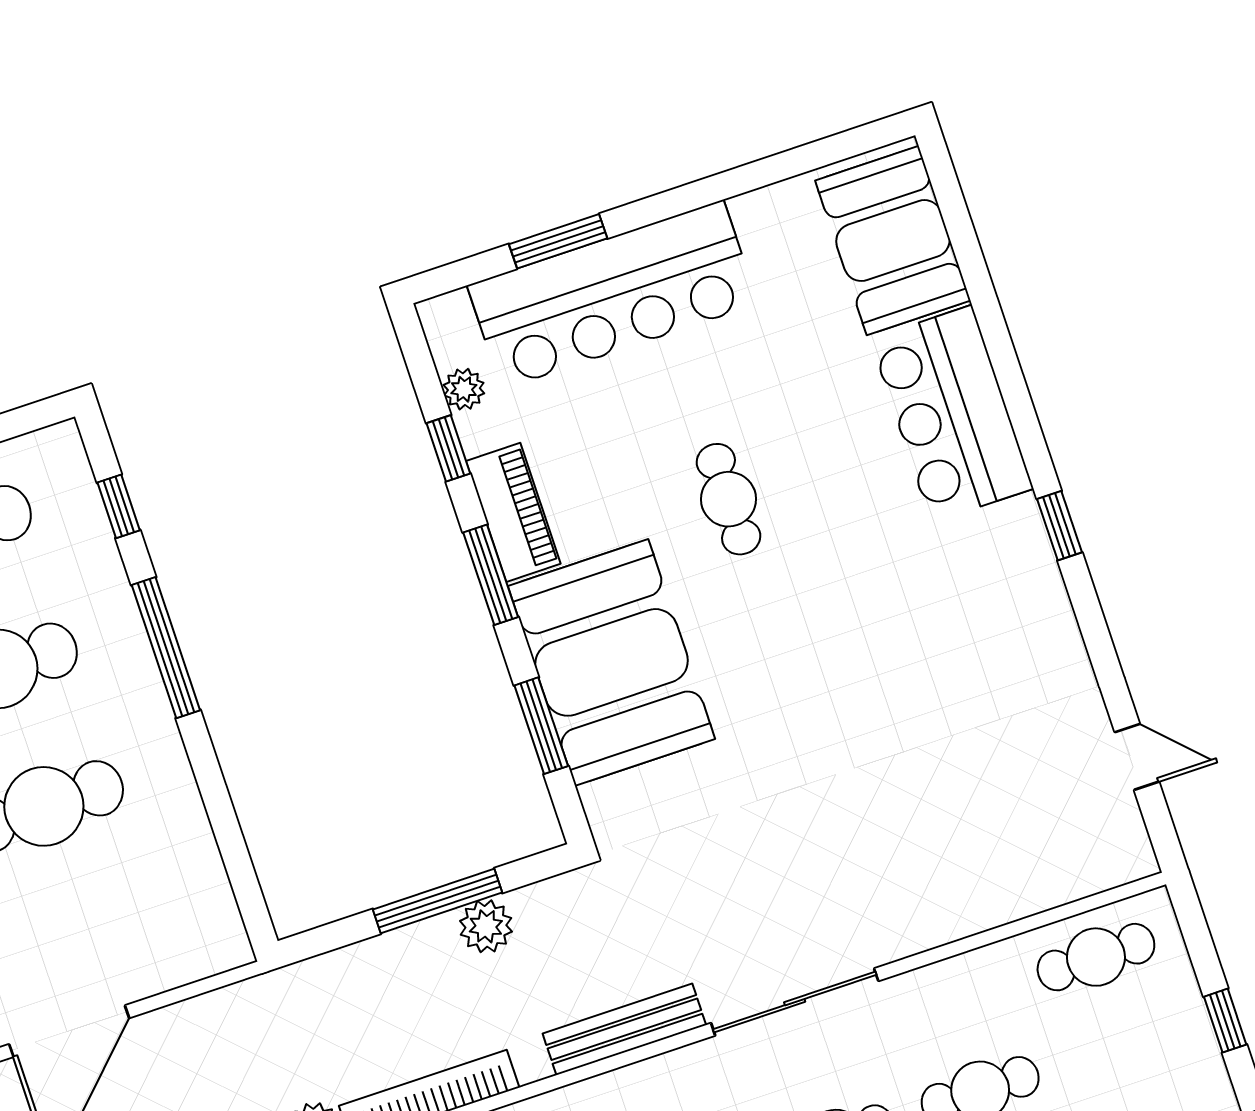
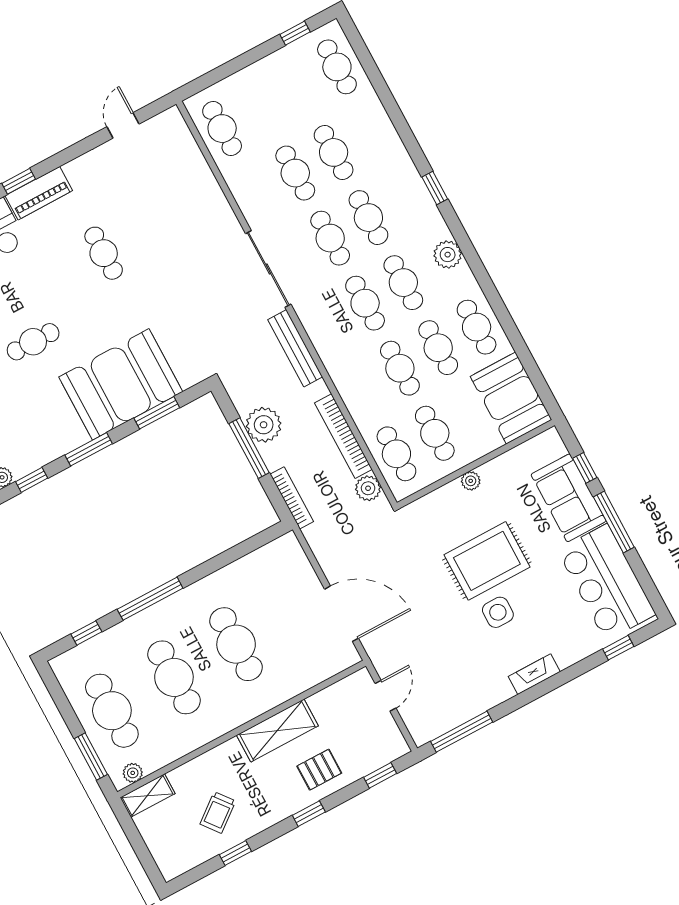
piano: (513, 512) -> (39, 193), moved, turned 180
cafe table: (884, 673) -> (104, 253), added
plant: (486, 926) -> (264, 425), width x1.36, depth x1.36
bookcase: (322, 970) -> (292, 498), added
window: (1225, 1021) -> (242, 62), removed

